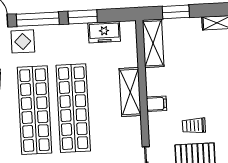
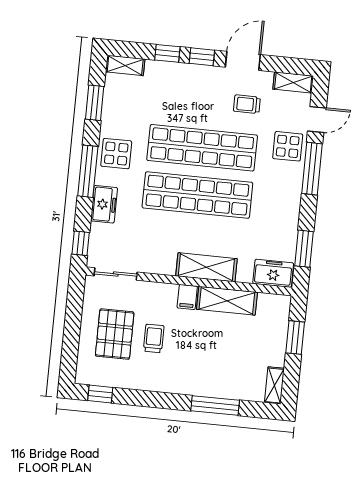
window: (83, 17) -> (304, 249), moved
freezer: (104, 32) -> (273, 273), moved, turned 90
shelving: (153, 43) -> (227, 301), moved

